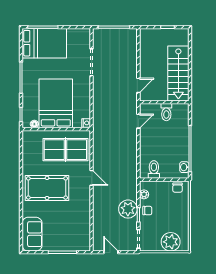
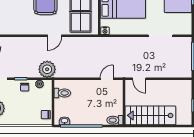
toilet: (166, 112) -> (115, 120), moved
door: (138, 121) -> (107, 79), swing flipped
plant: (128, 209) -> (47, 69), moved

